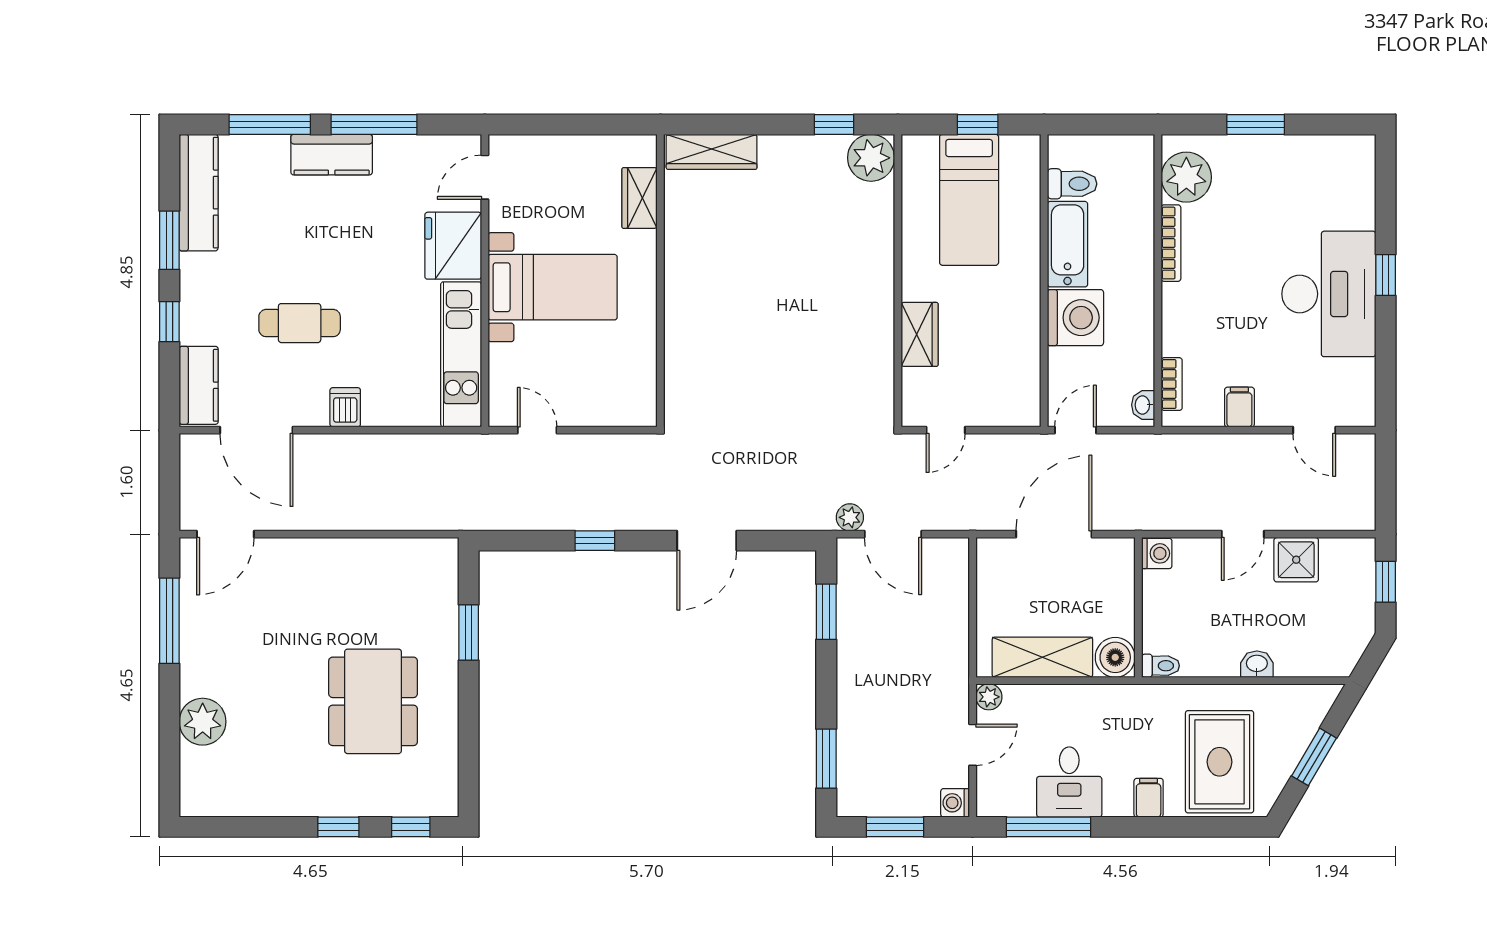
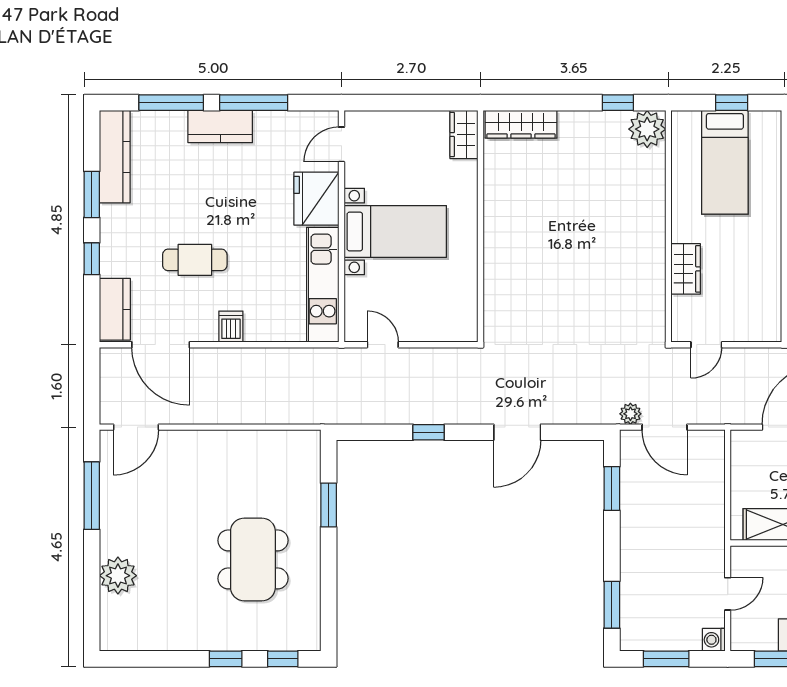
wardrobe: (640, 198) -> (464, 135), moved
plant: (989, 697) -> (741, 556), removed

